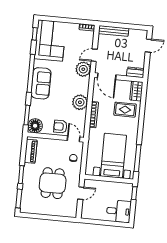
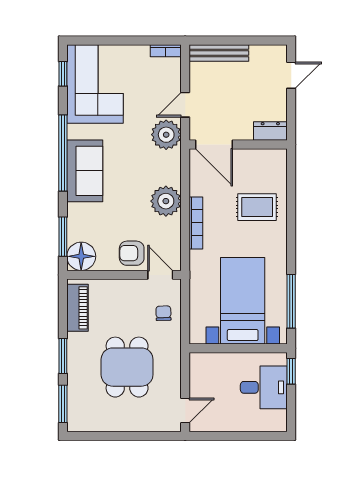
wardrobe: (136, 91) -> (276, 168), removed
door: (81, 193) -> (185, 410), moved
desk: (119, 211) -> (264, 387), moved

